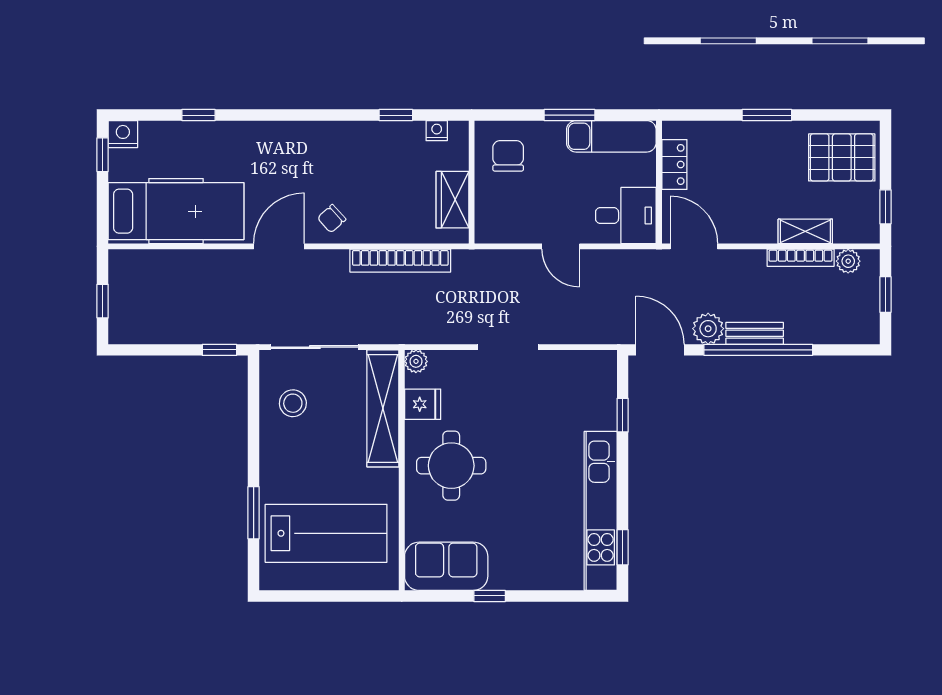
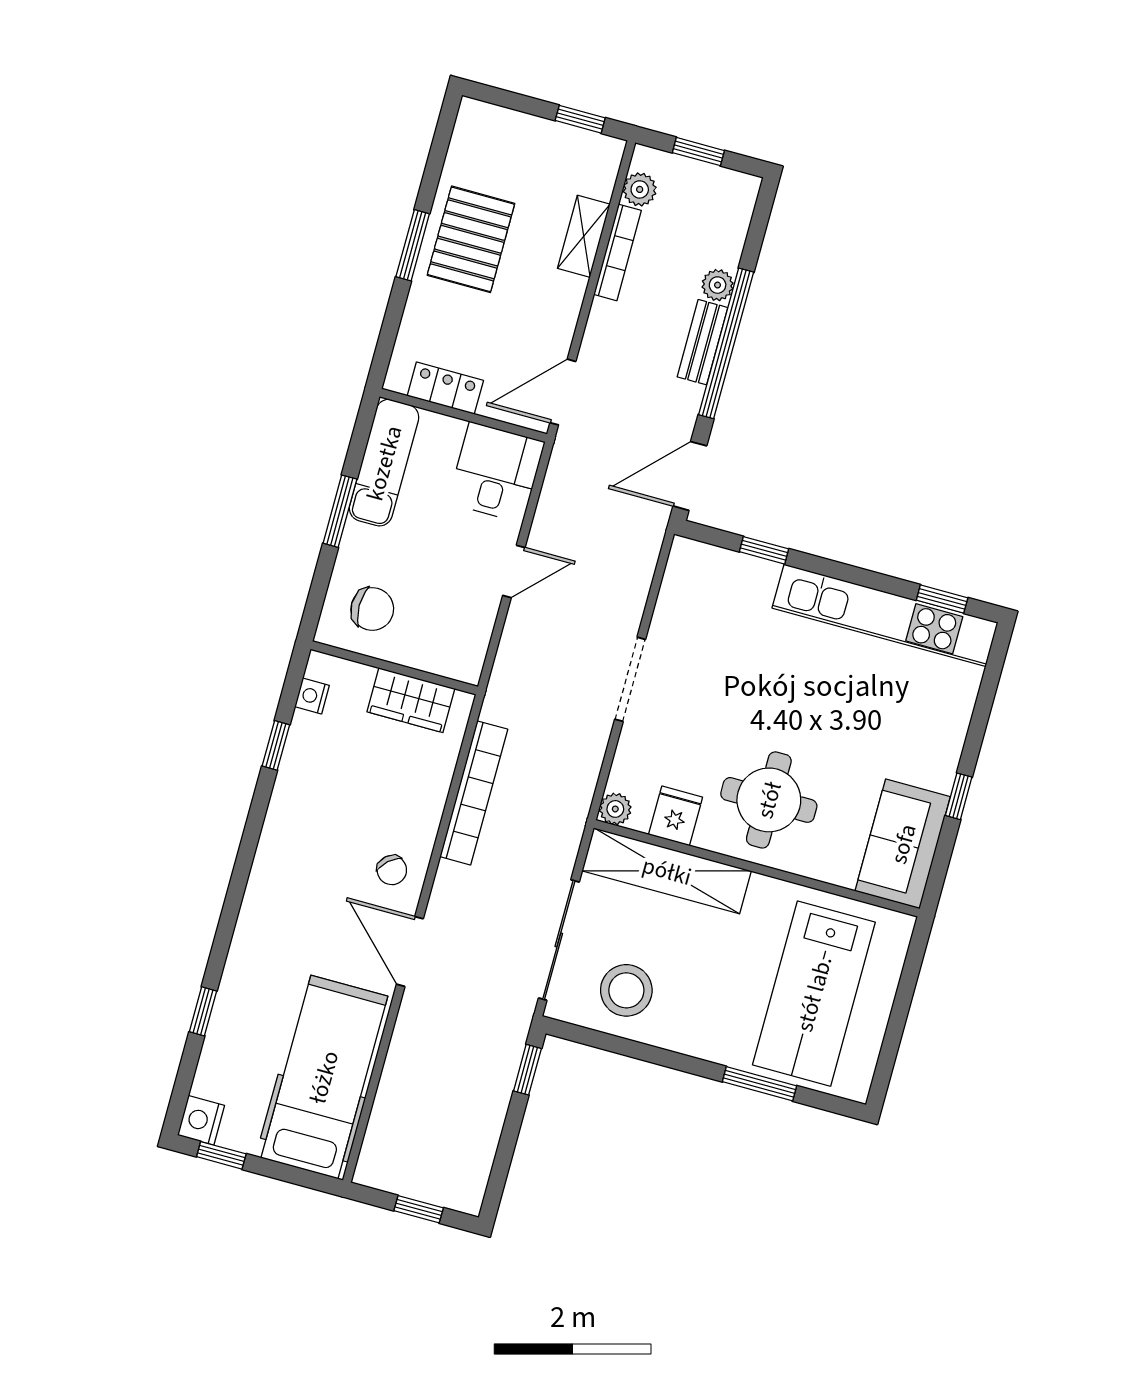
chair: (508, 156) -> (372, 609), turned 180
pallet: (842, 157) -> (471, 239), moved
plant: (708, 329) -> (718, 285), moved, width x0.73, depth x0.73
stool: (293, 403) -> (626, 990), width x1.38, depth x1.38
lab bench: (326, 533) -> (814, 994), turned 180

